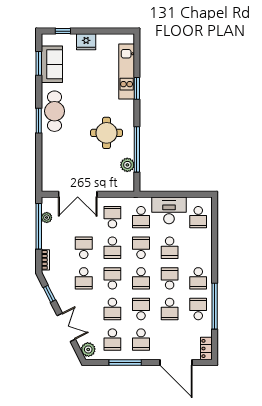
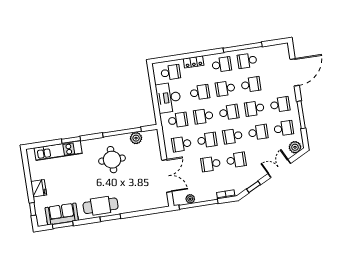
locker: (206, 349) -> (194, 62), moved

